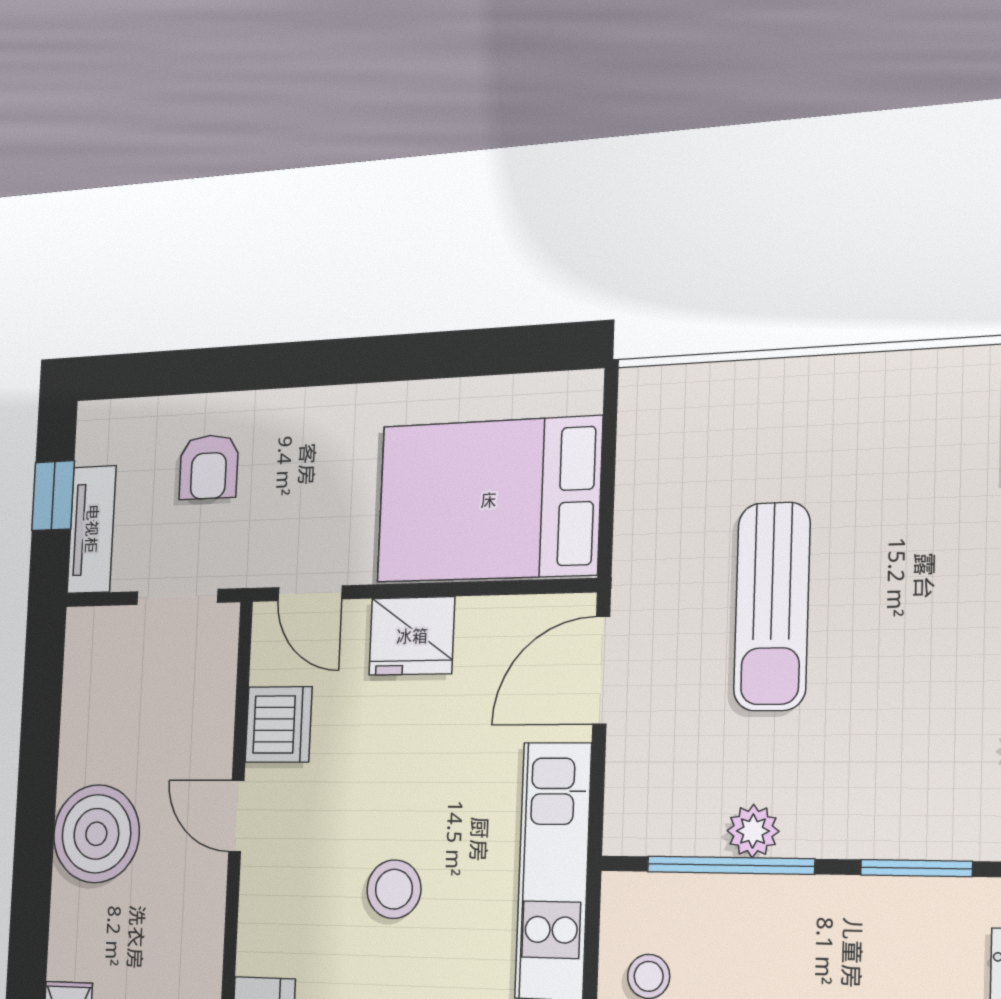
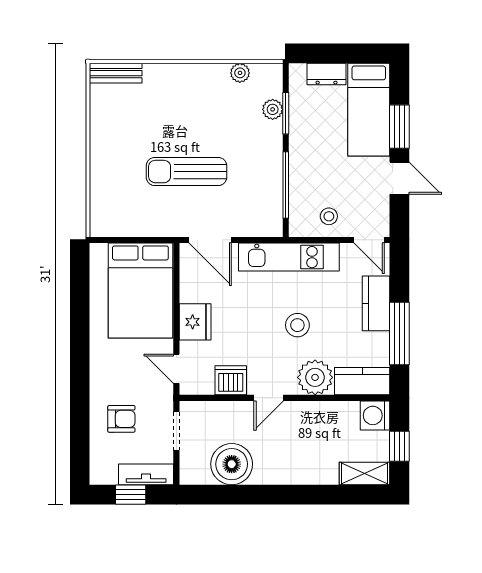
door: (310, 593) -> (176, 369), swing flipped
sun lounger: (772, 606) -> (186, 172), turned 180
plant: (753, 831) -> (273, 109), moved
boiler: (96, 834) -> (232, 464), moved
plant: (276, 930) -> (315, 377), added

